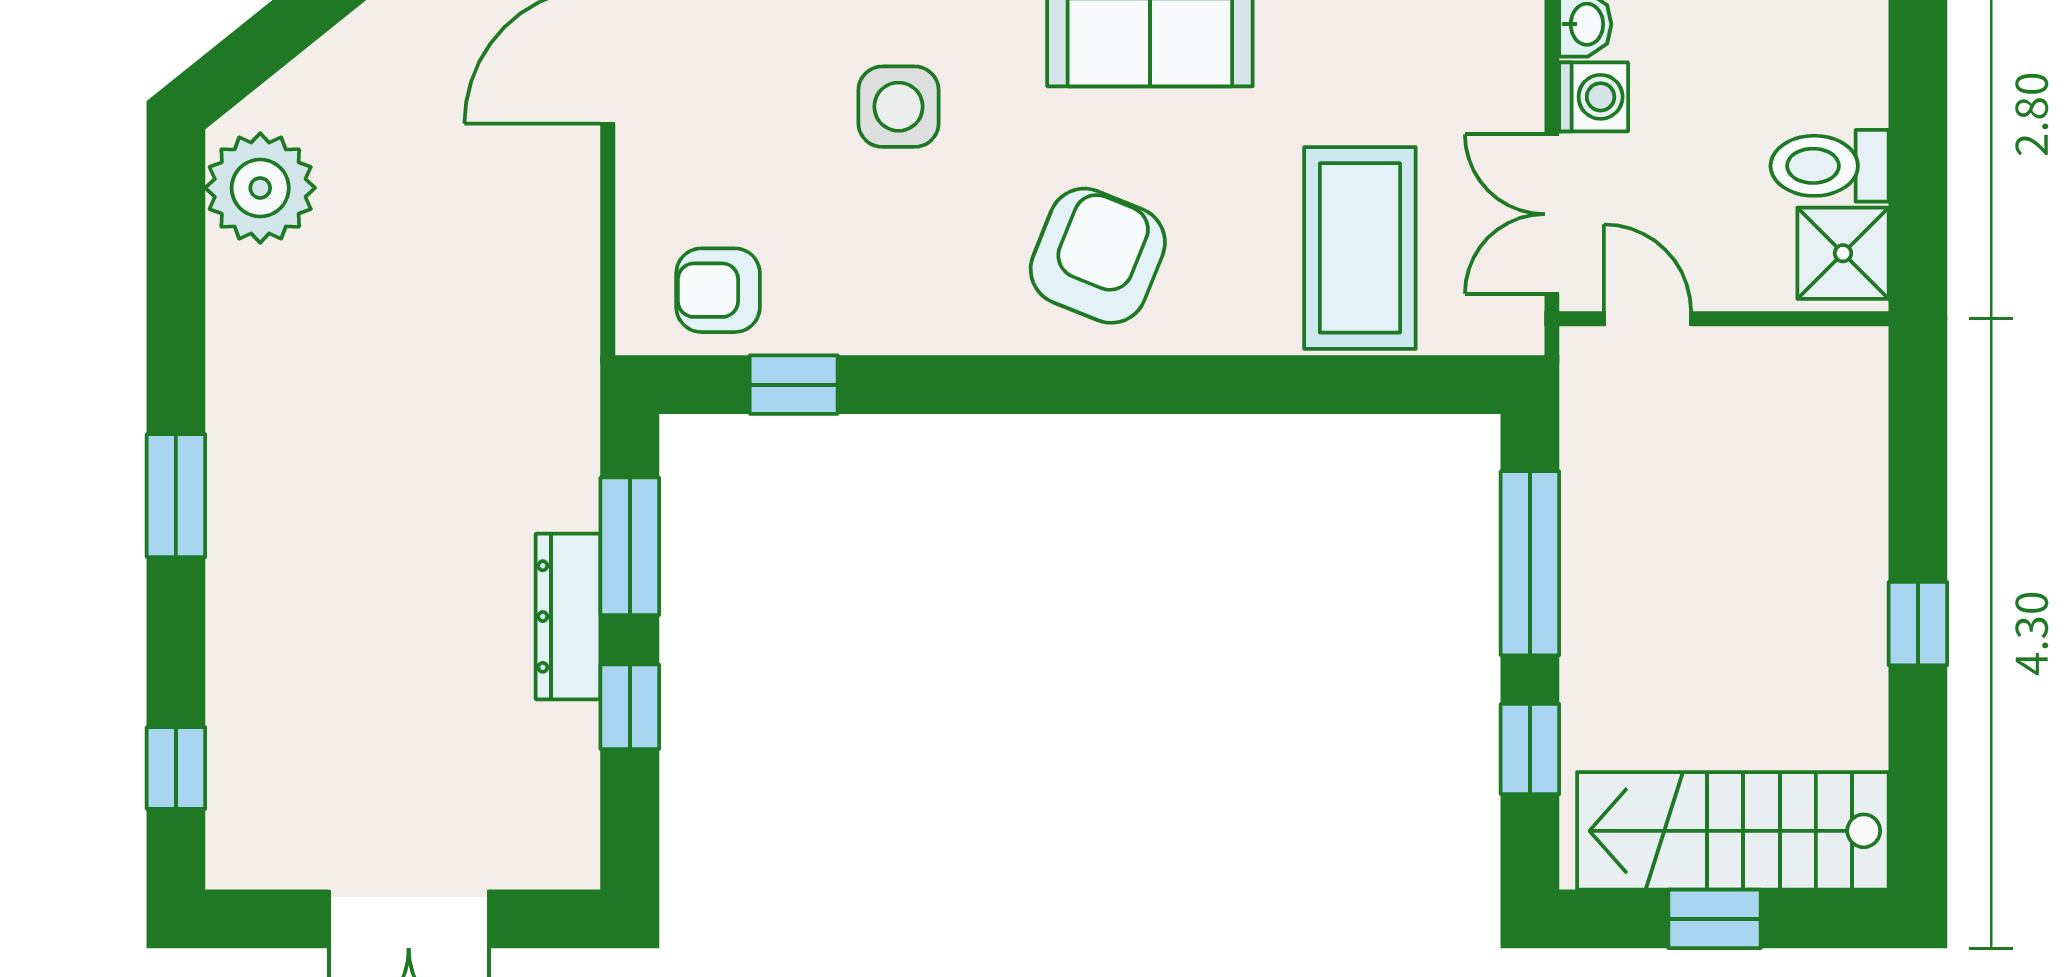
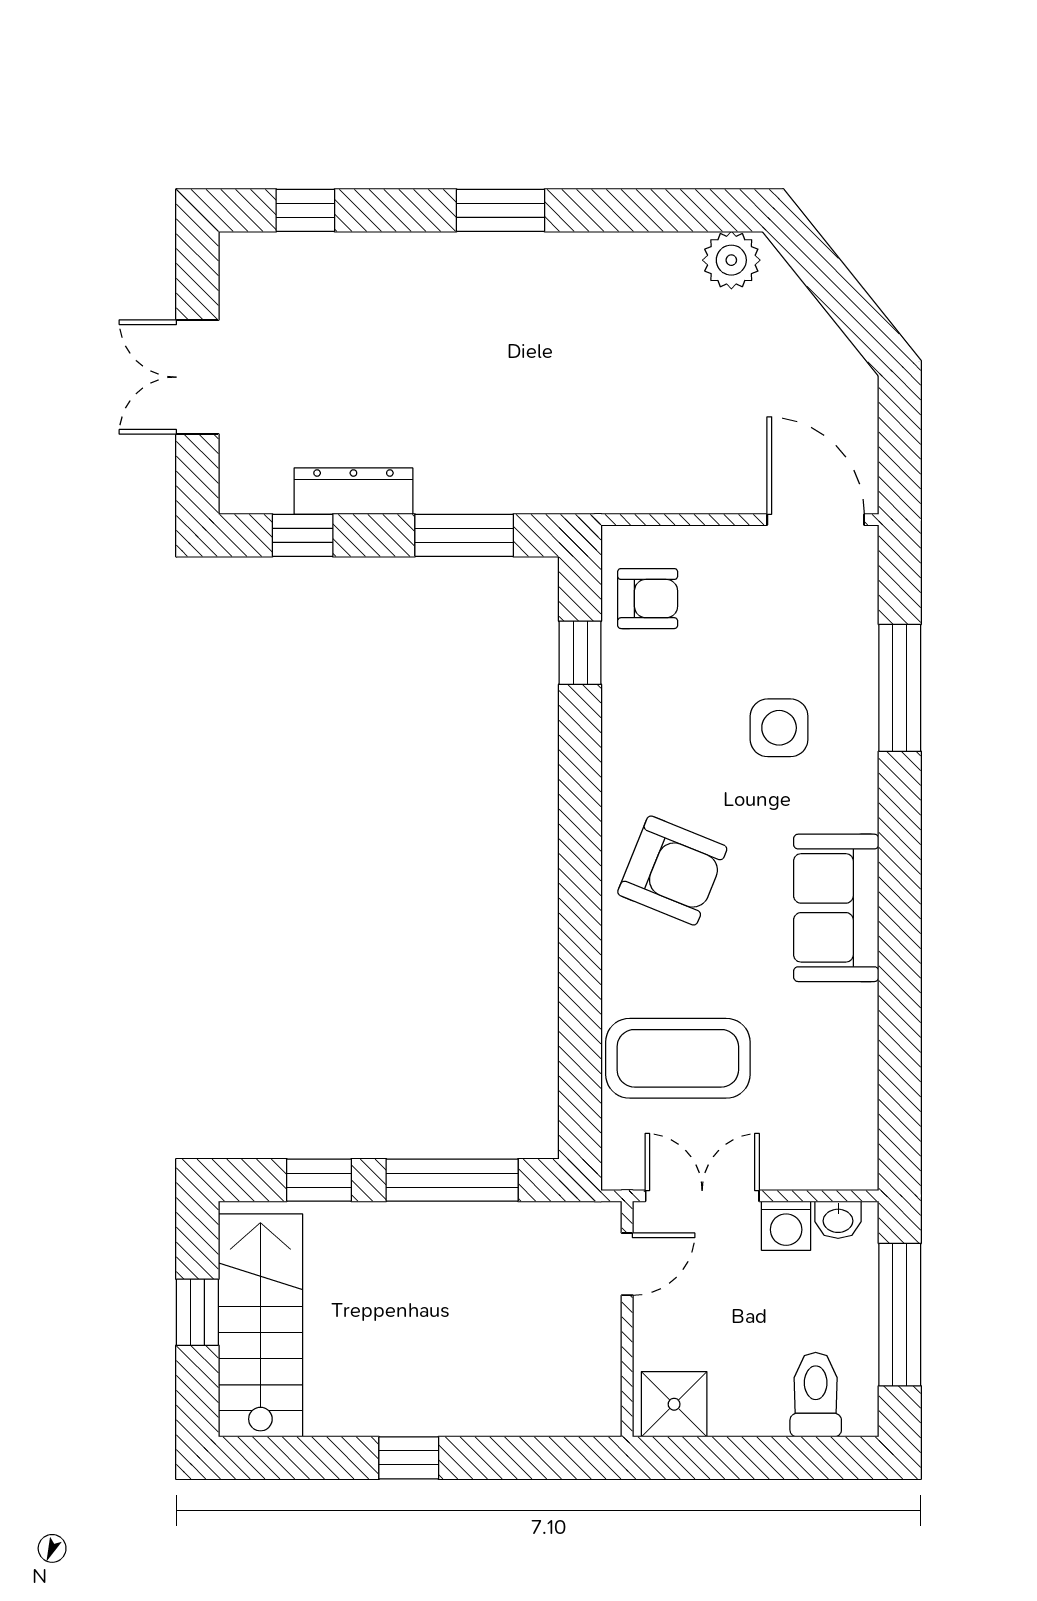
toilet: (1830, 166) -> (816, 1395), moved
plant: (260, 188) -> (731, 260), width x0.73, depth x0.73
armchair: (718, 290) -> (648, 599), turned 90
dresser: (568, 617) -> (353, 491), moved
window: (630, 707) -> (303, 535), moved

